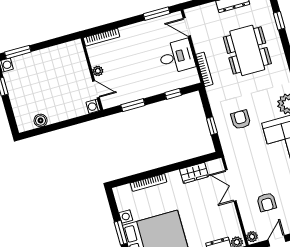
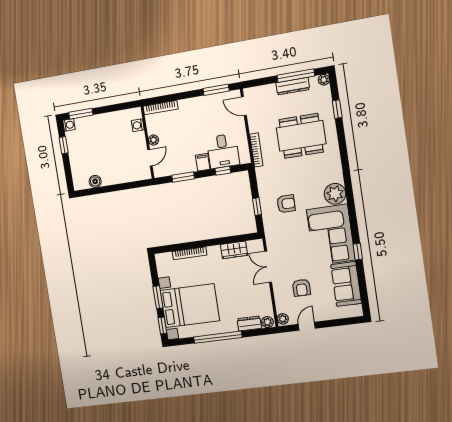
dining table: (247, 50) -> (301, 136), turned 90
desk: (177, 57) -> (223, 151), moved, turned 90
filing cabinet: (151, 88) -> (203, 162), added
door: (96, 89) -> (150, 158), hinge flipped
washing machine: (93, 106) -> (138, 125), moved
armchair: (241, 120) -> (286, 204), turned 90

